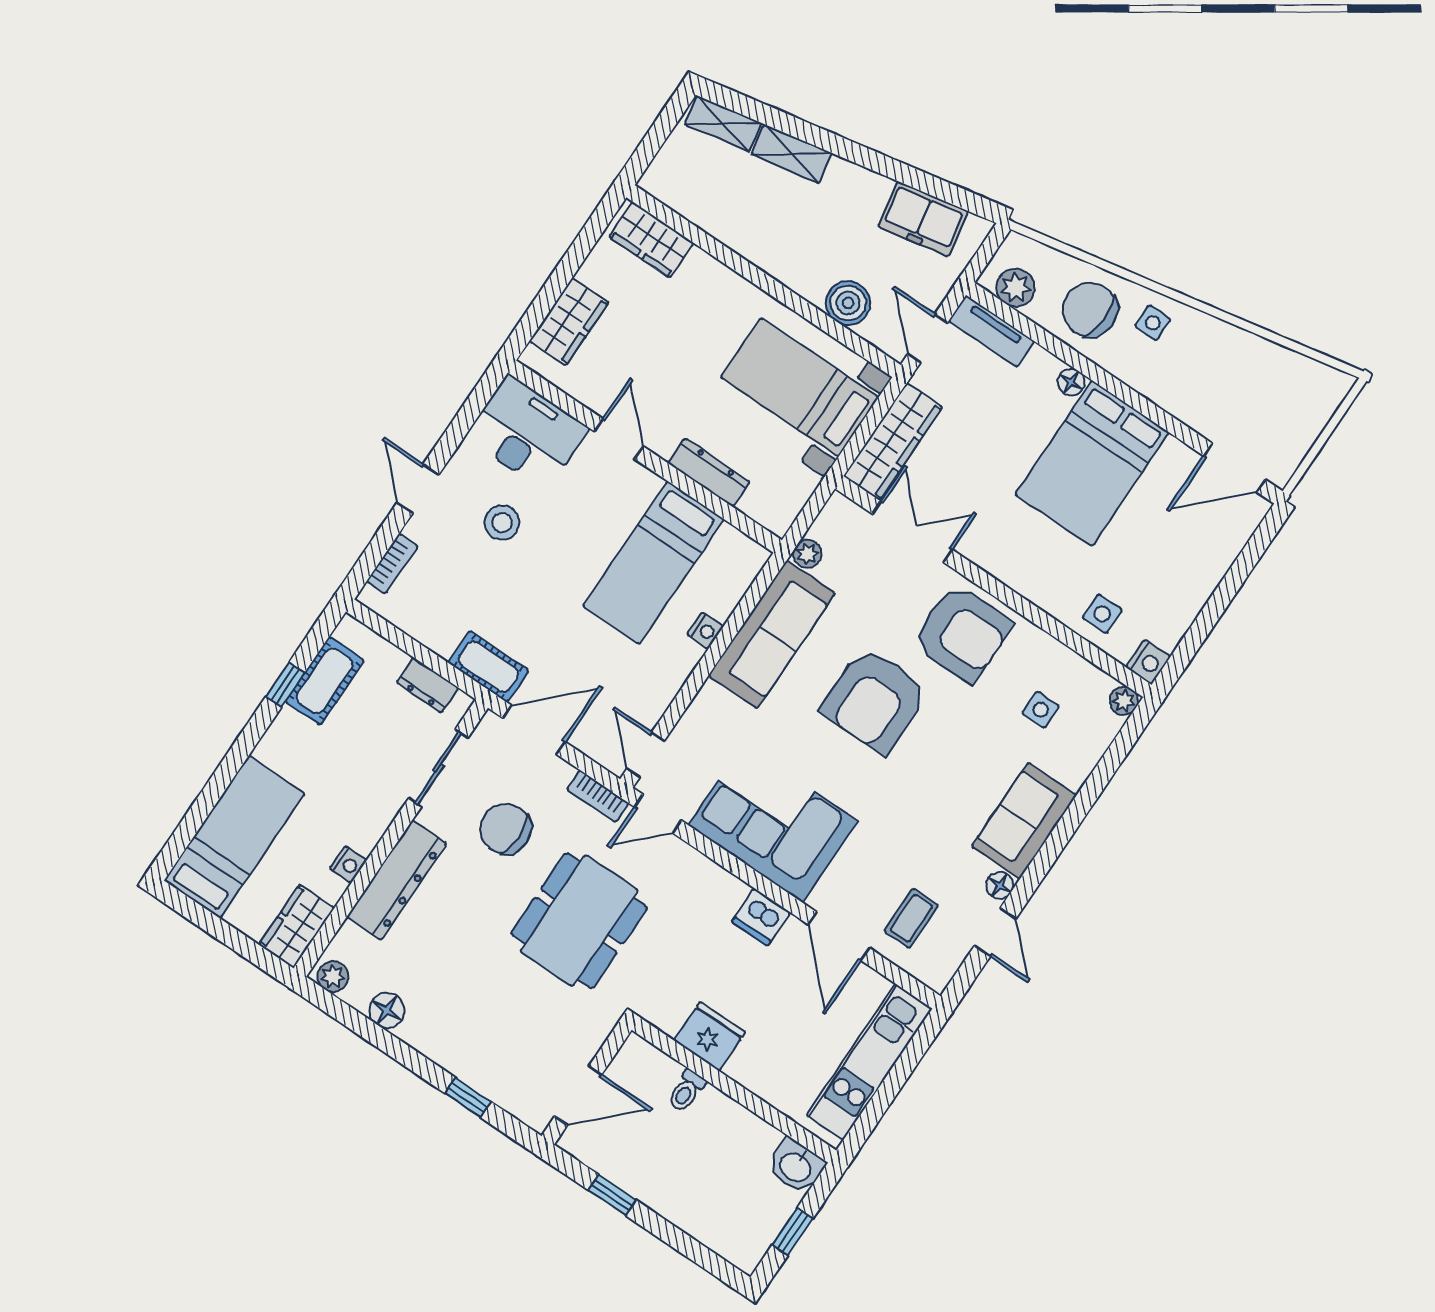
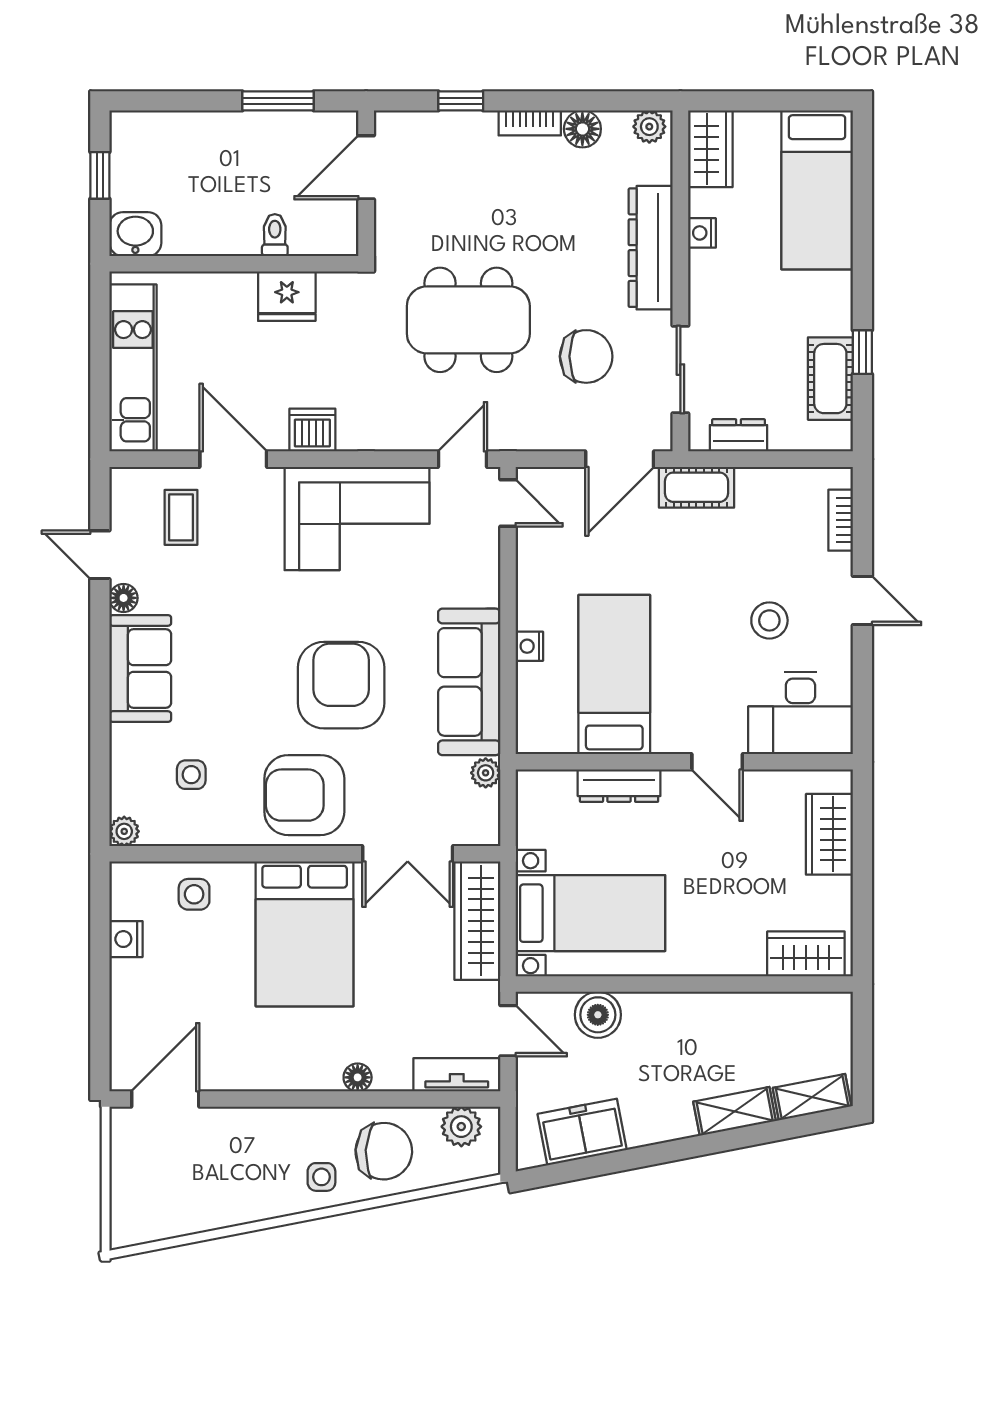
bed: (1092, 463) -> (305, 934), moved, turned 180
nightstand: (1148, 662) -> (126, 939), moved
bookcase: (598, 796) -> (530, 123), moved, turned 180
dining table: (579, 921) -> (468, 320), turned 90
window: (612, 1195) -> (278, 101), width x1.50

